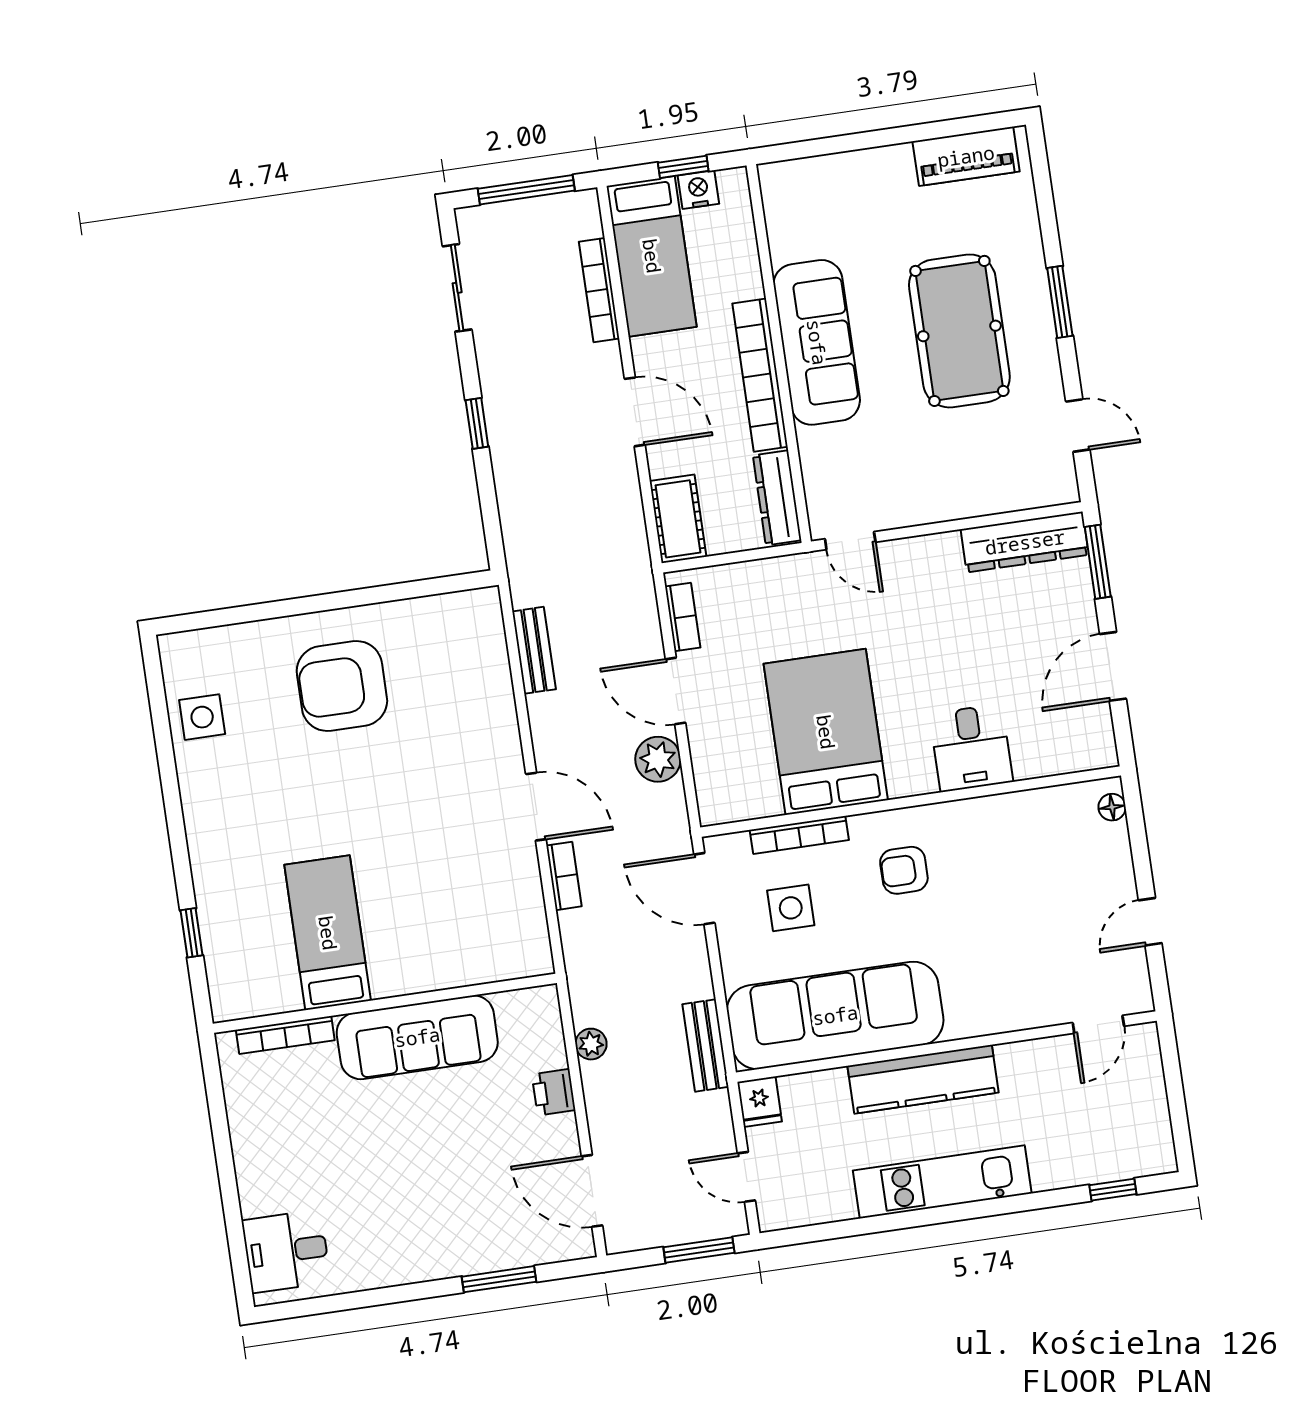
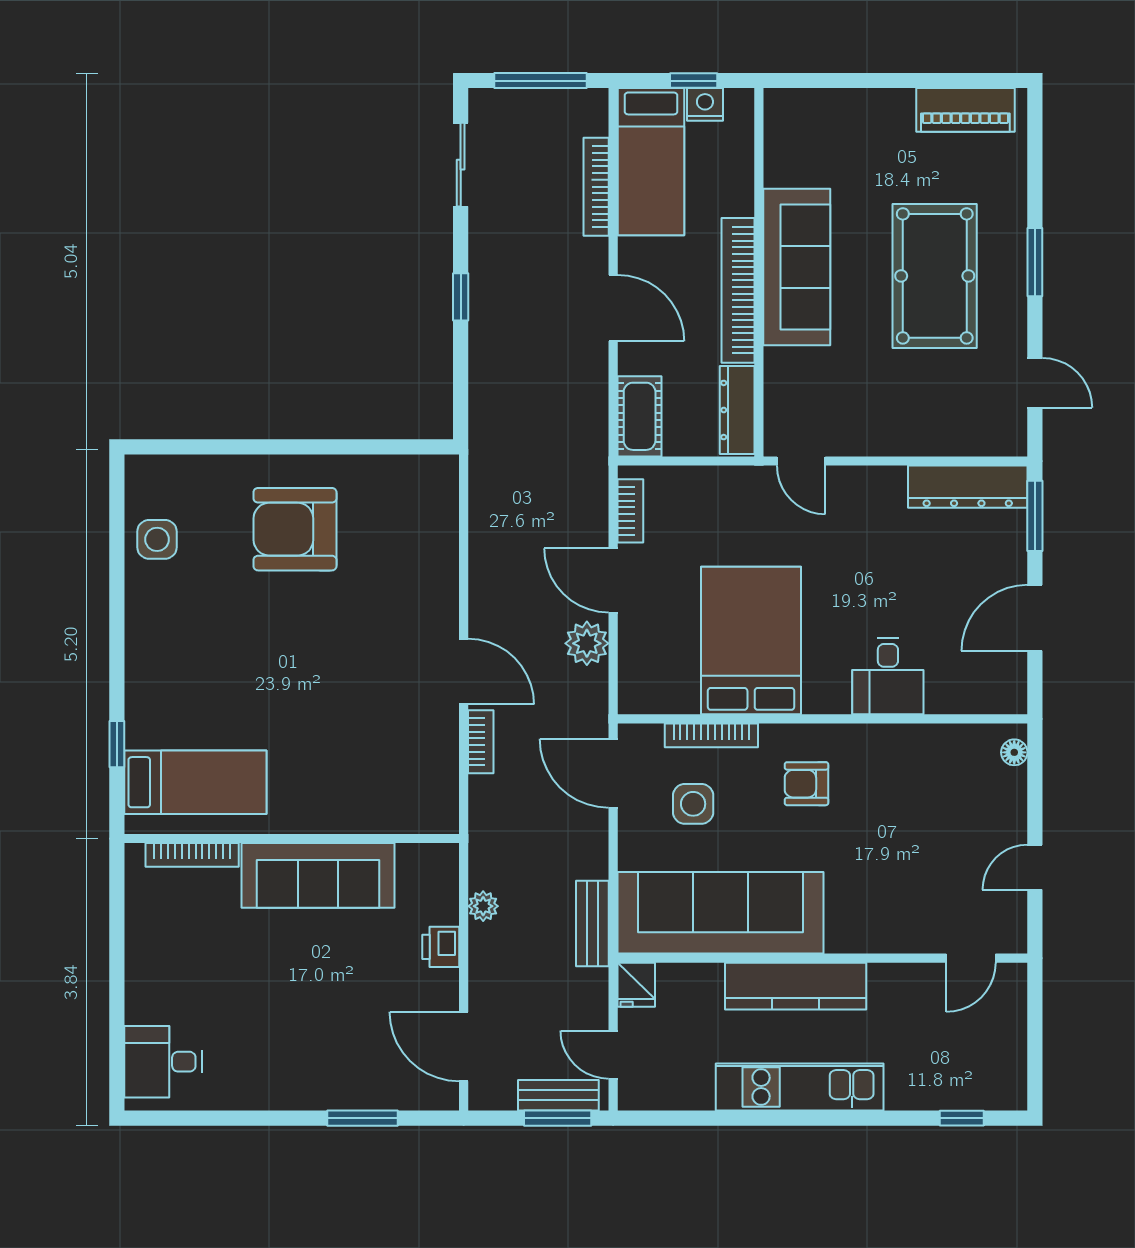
bench: (534, 650) -> (558, 1095), moved, turned 90
bed: (328, 933) -> (195, 782), moved, turned 90

